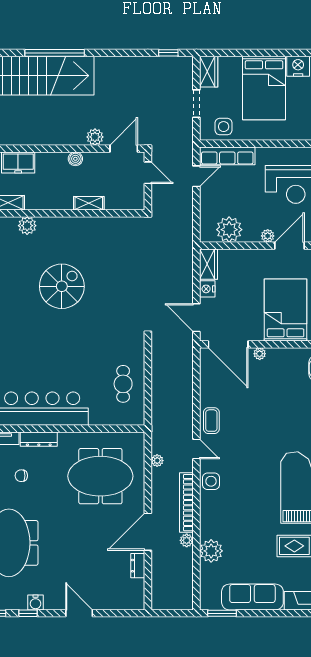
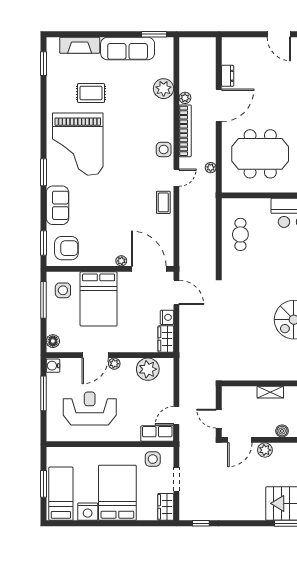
row of seats: (227, 156) -> (157, 434), width x0.68
door: (196, 449) -> (176, 178), swing flipped

